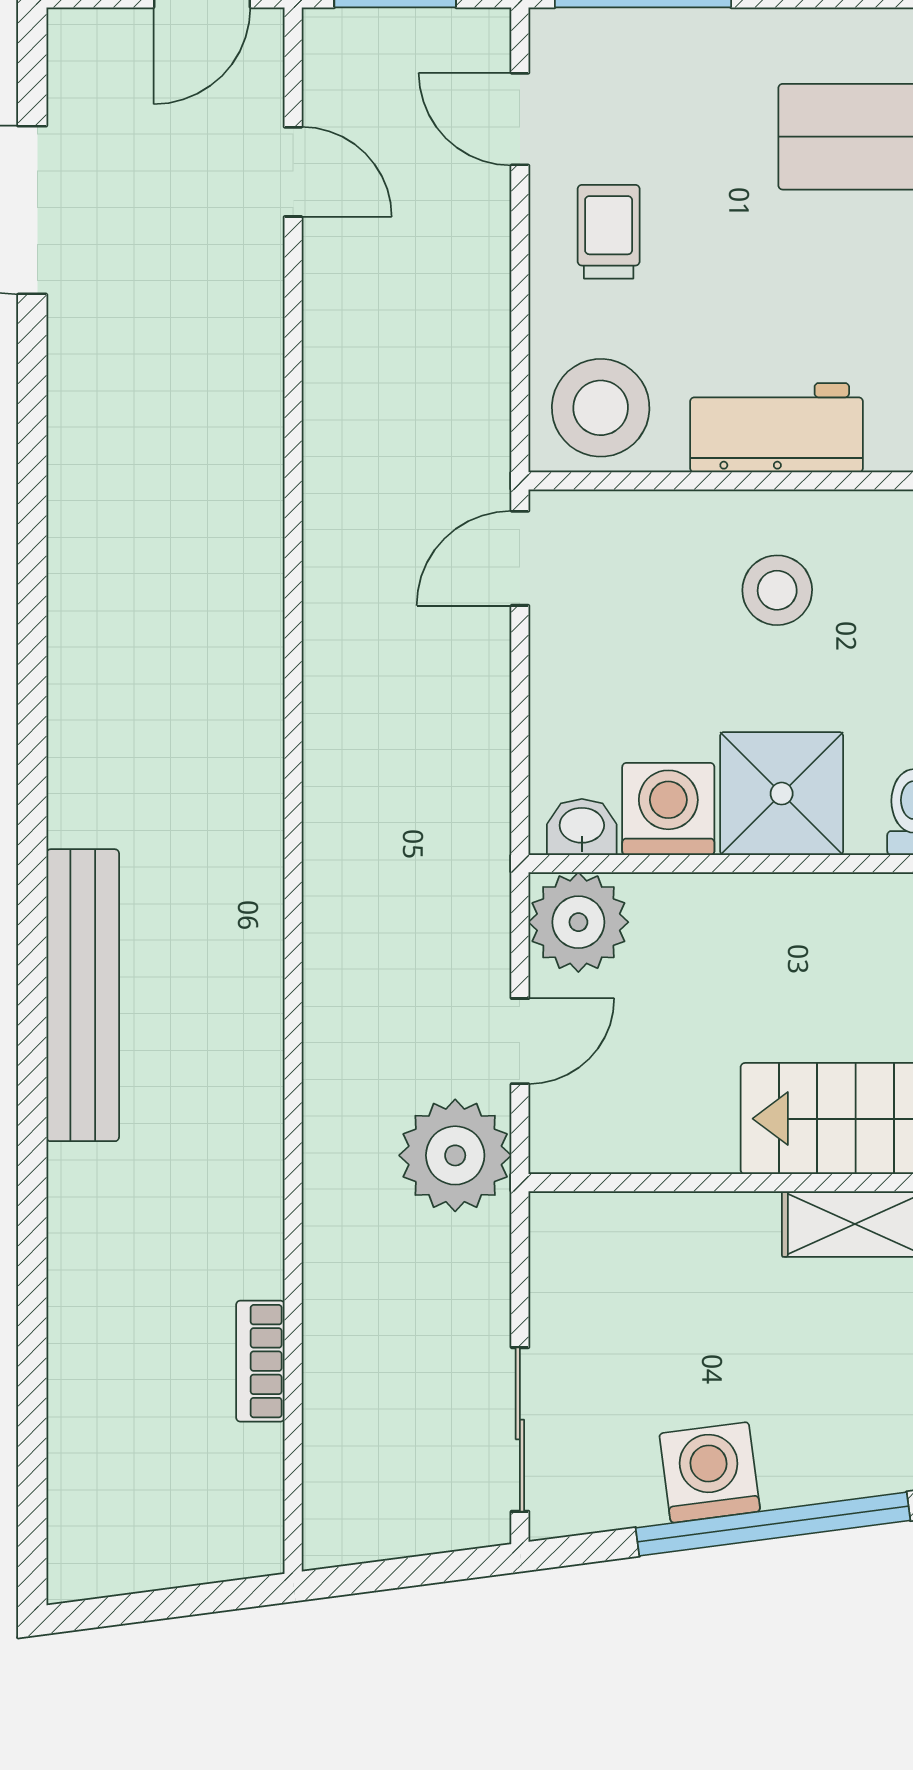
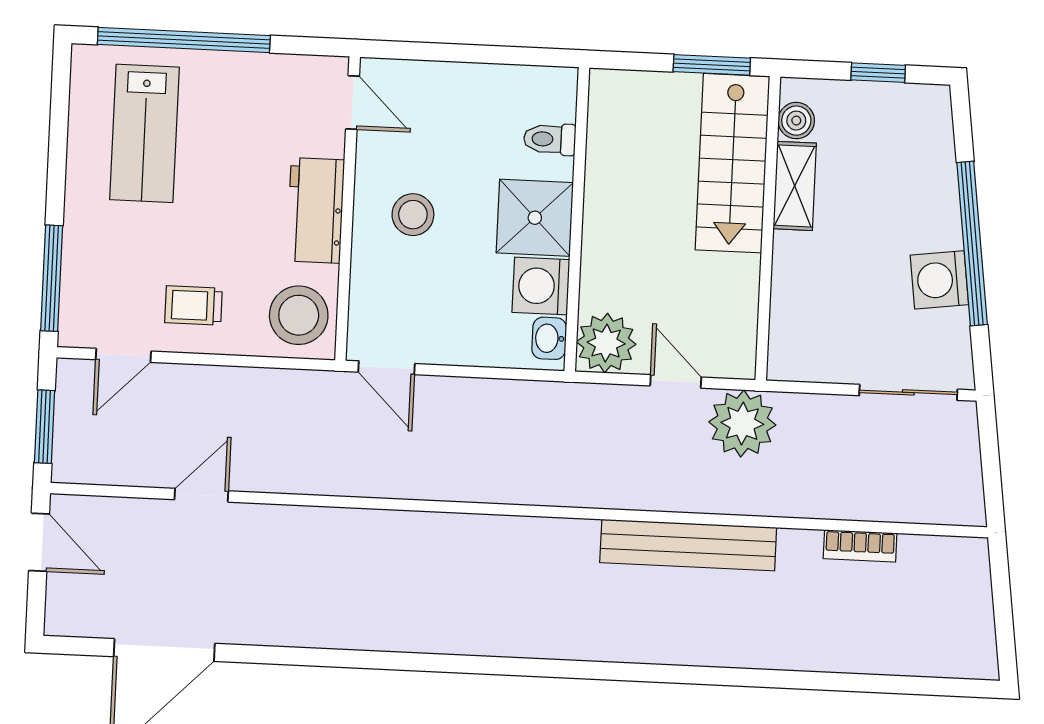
door: (293, 172) -> (201, 495), moved
bench: (83, 995) -> (688, 545), moved

